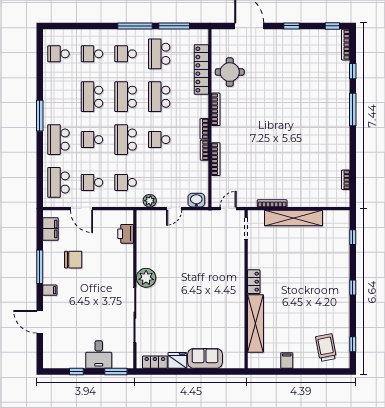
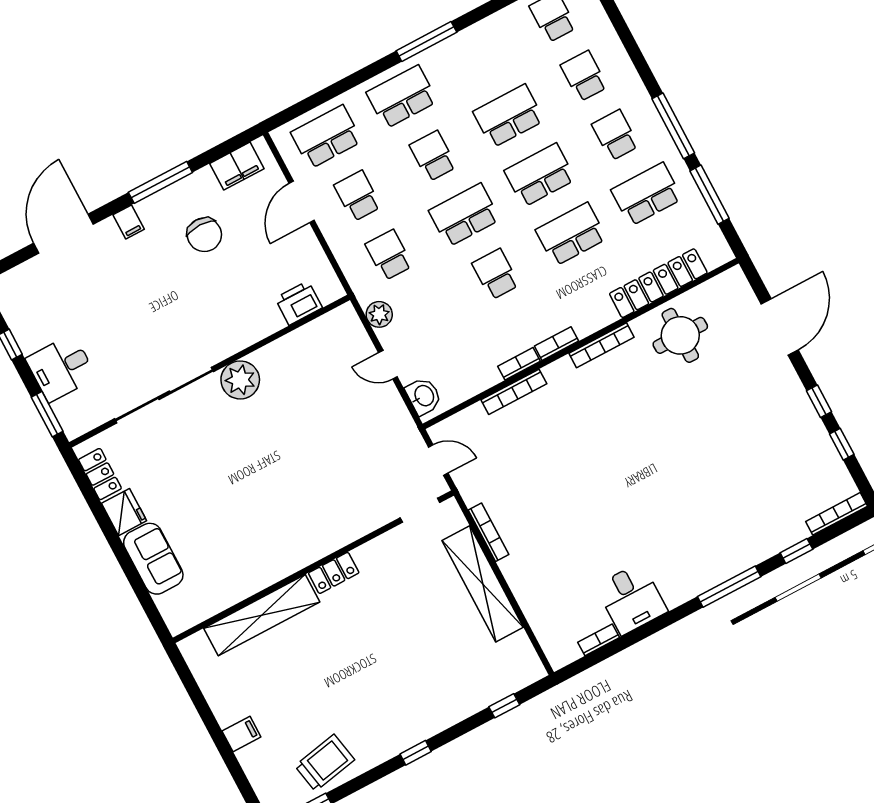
window: (332, 26) -> (842, 444), moved
desk: (335, 156) -> (631, 599), added
door: (40, 322) -> (64, 234), width x1.36
trolley: (326, 348) -> (325, 763), moved
filing cabinet: (287, 360) -> (241, 734), moved

